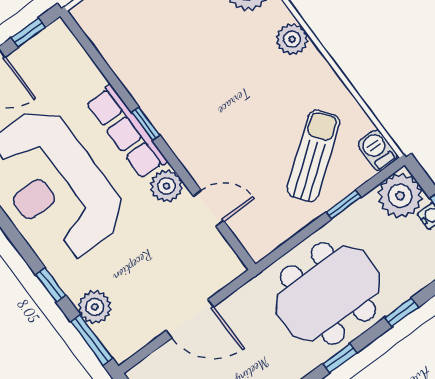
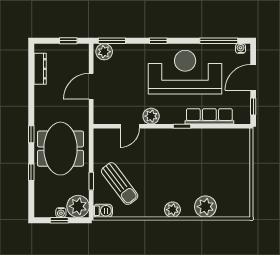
row of seats: (127, 132) -> (209, 116), moved
window: (51, 285) -> (158, 41), moved
plant: (95, 307) -> (104, 52), moved

